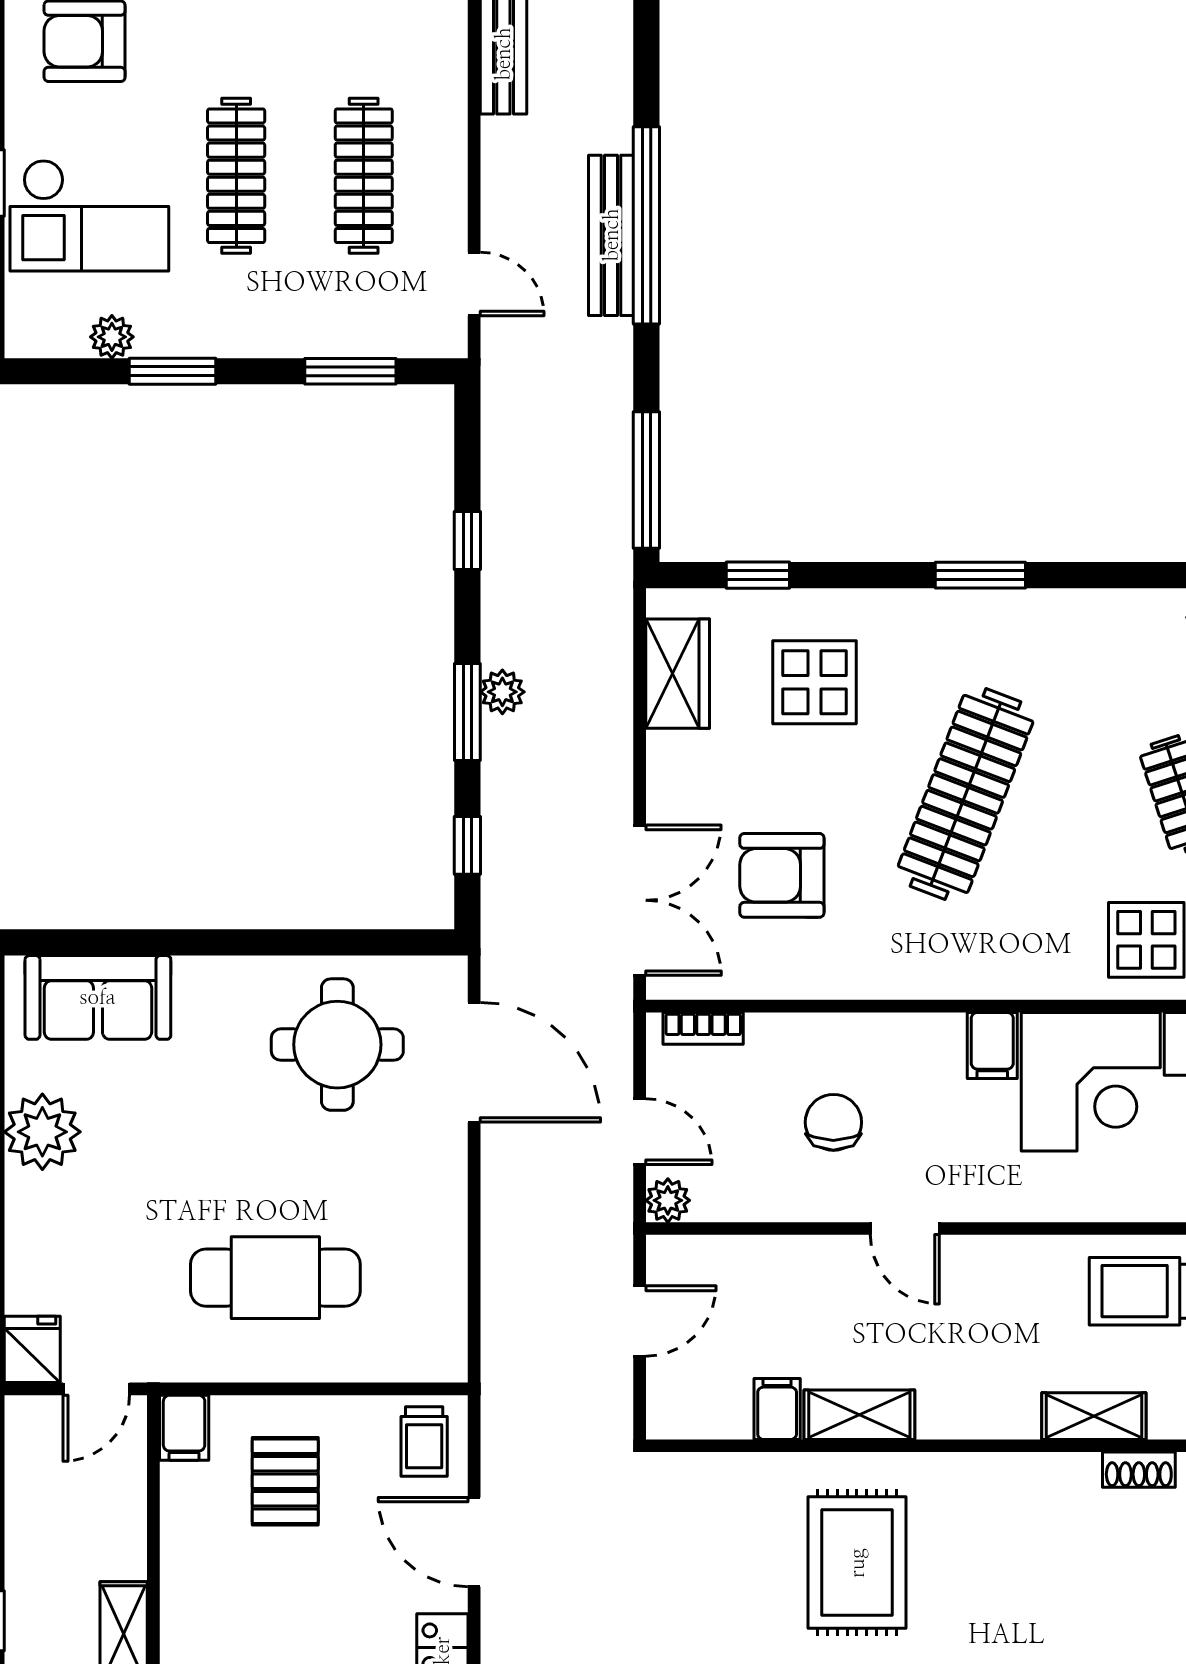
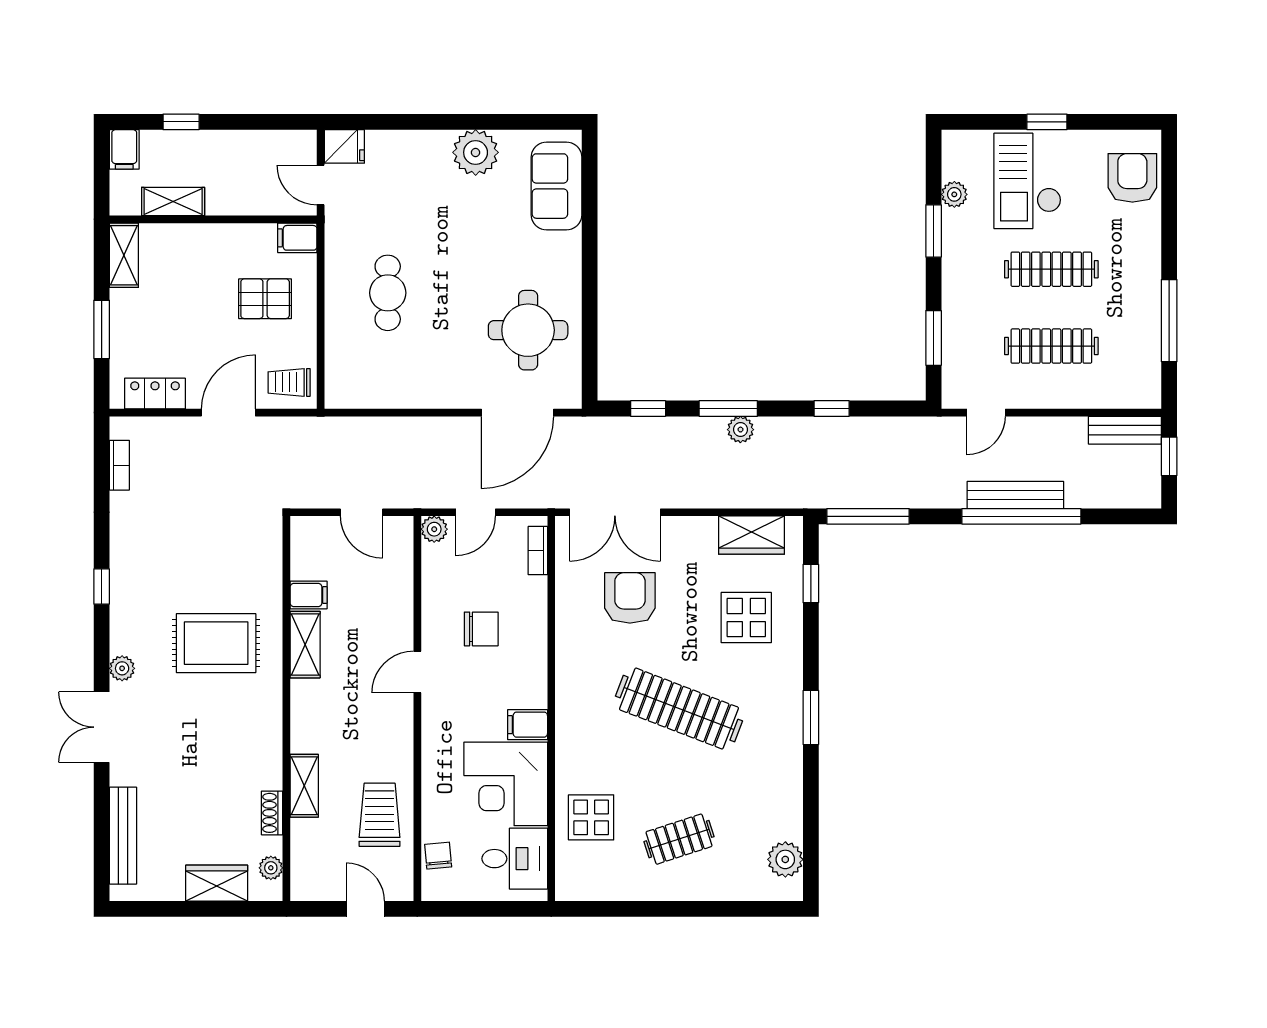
cafe table: (275, 1278) -> (388, 293), width x0.73, depth x0.74

